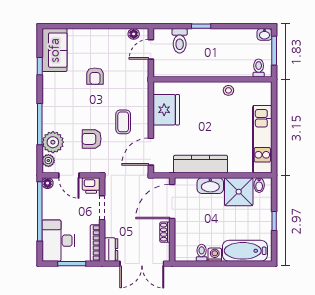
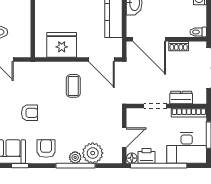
coffee table: (123, 122) -> (73, 86), turned 90
armchair: (92, 139) -> (46, 149), moved, turned 180
plant: (48, 161) -> (75, 157), moved
printer: (91, 186) -> (147, 156), moved, turned -90
dresser: (111, 250) -> (181, 98), moved
toilet: (202, 253) -> (198, 32), moved

